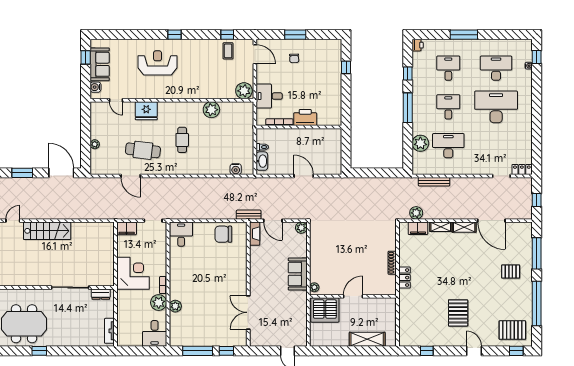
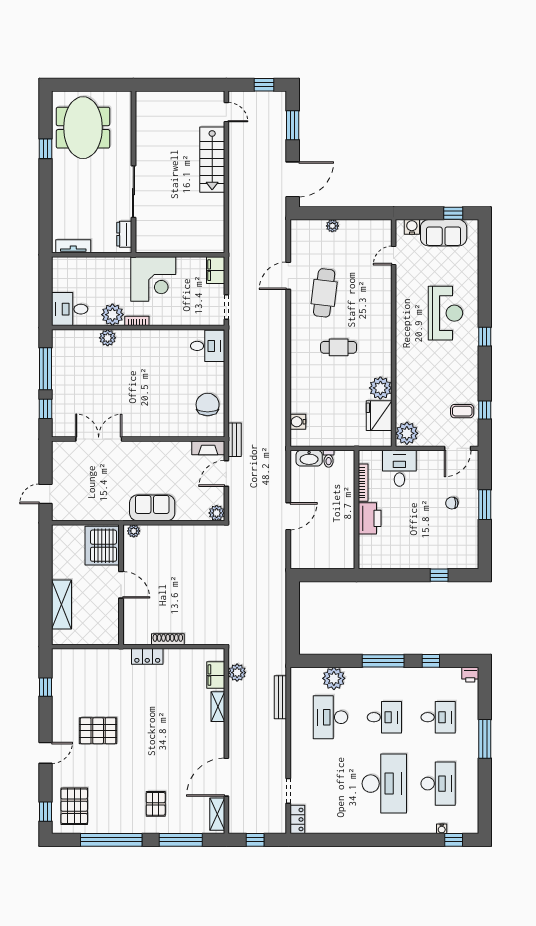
fridge: (146, 111) -> (379, 416), moved
desk: (448, 146) -> (330, 717), turned 180
shelving: (464, 227) -> (217, 814), moved

